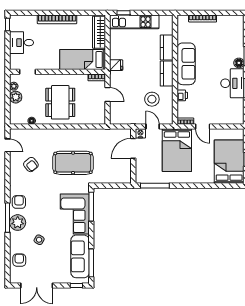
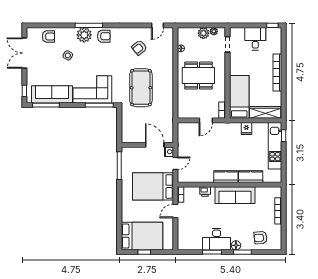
armchair: (231, 37) -> (261, 238), added
fridge: (116, 65) -> (246, 129), moved
stool: (152, 99) -> (201, 163), removed

